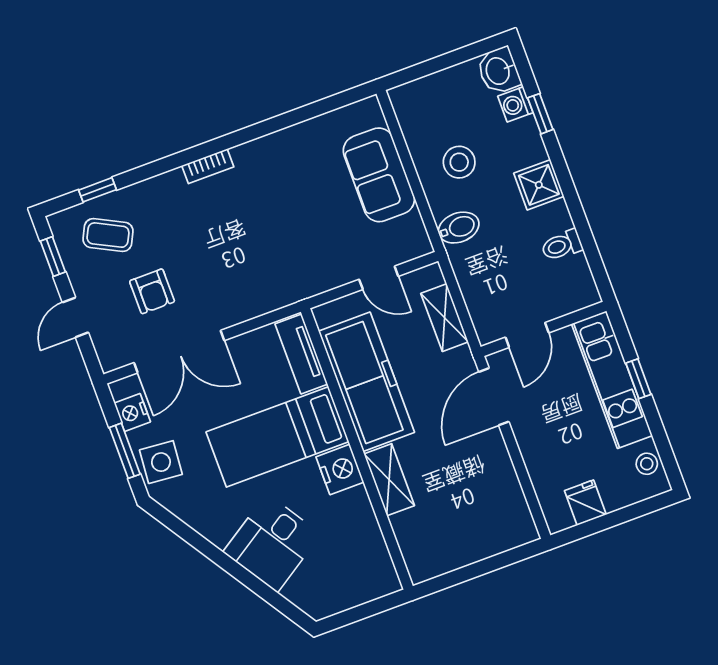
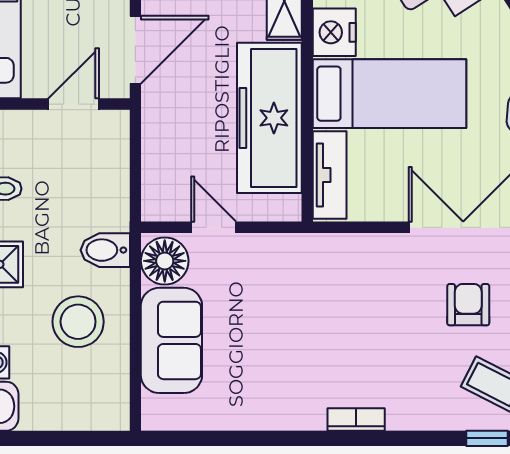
stool: (459, 162) -> (78, 322), width x1.38, depth x1.38
floor lamp: (408, 236) -> (165, 261), added
shelving: (445, 318) -> (157, 157), removed

